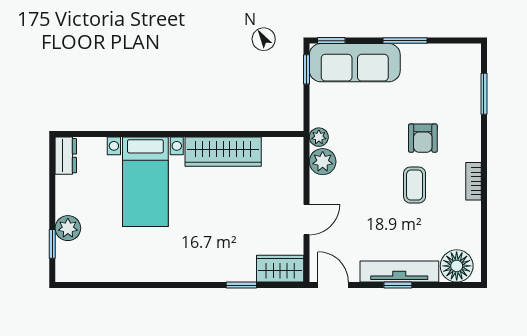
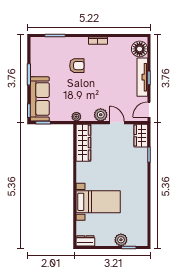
wardrobe: (223, 152) -> (83, 143), moved
plant: (323, 162) -> (101, 115), moved
coffee table: (415, 185) -> (100, 70), removed

